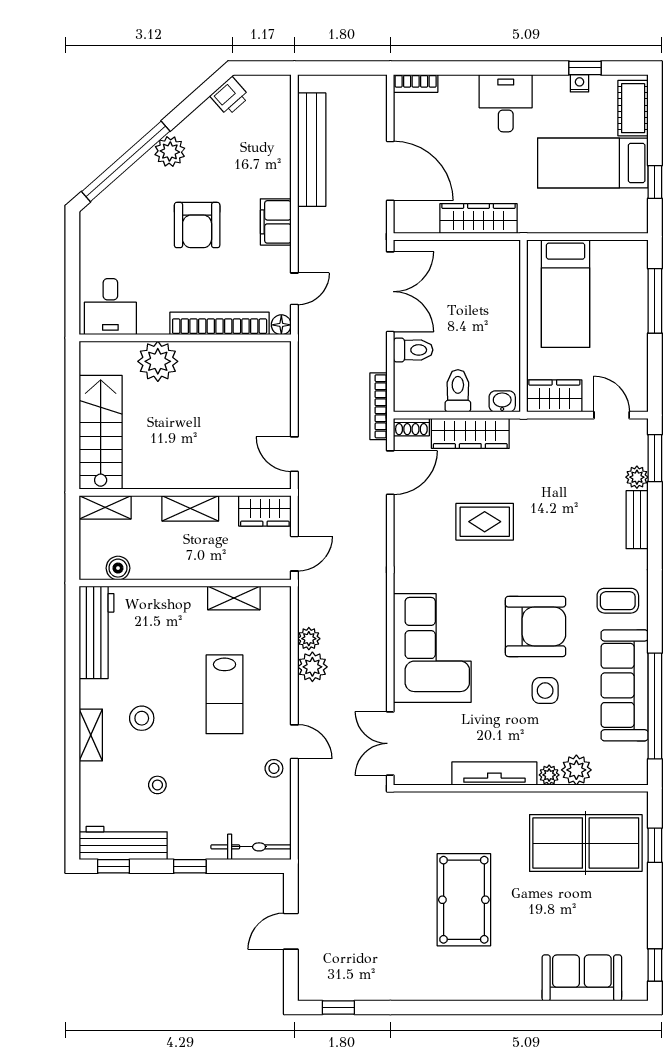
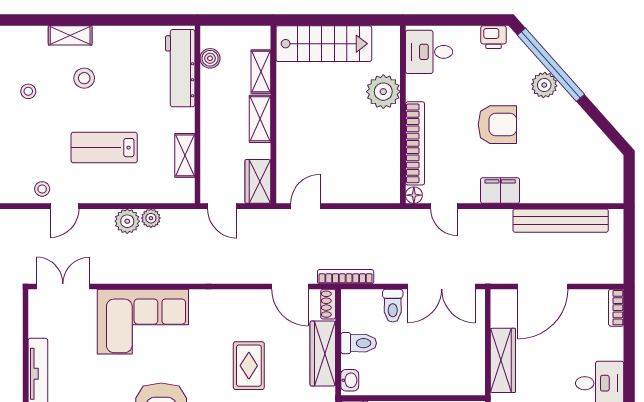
printer: (230, 96) -> (494, 37), moved, turned -48
plant: (170, 152) -> (544, 85), moved
armchair: (197, 225) -> (497, 125), turned 180
shelving: (105, 507) -> (261, 72), moved
workbench: (96, 632) -> (180, 68), moved, turned 90

